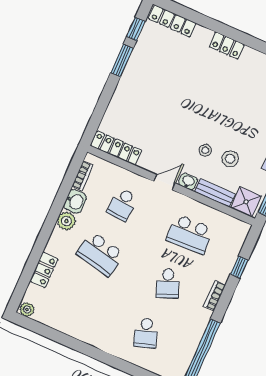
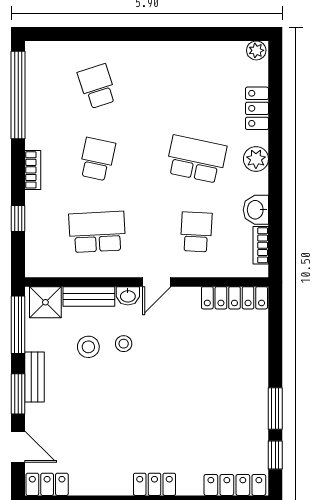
plant: (66, 221) -> (256, 159), moved
school desk: (168, 284) -> (97, 159), turned 33

